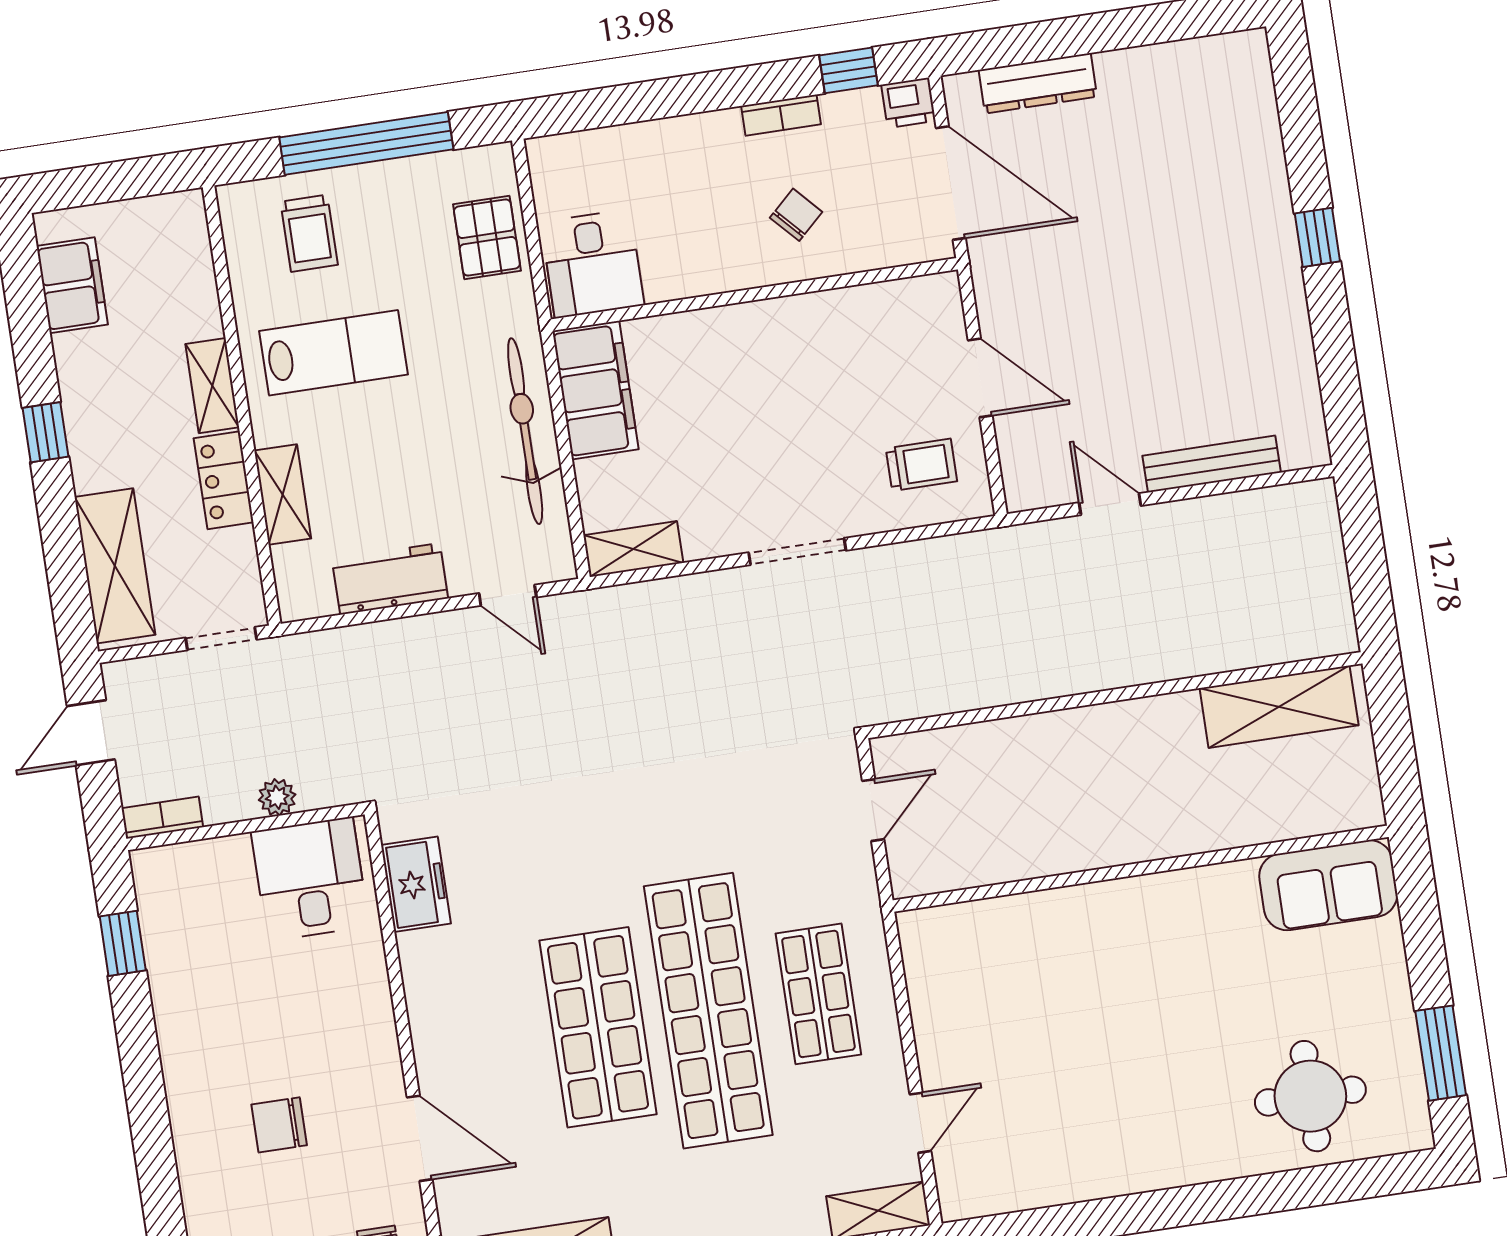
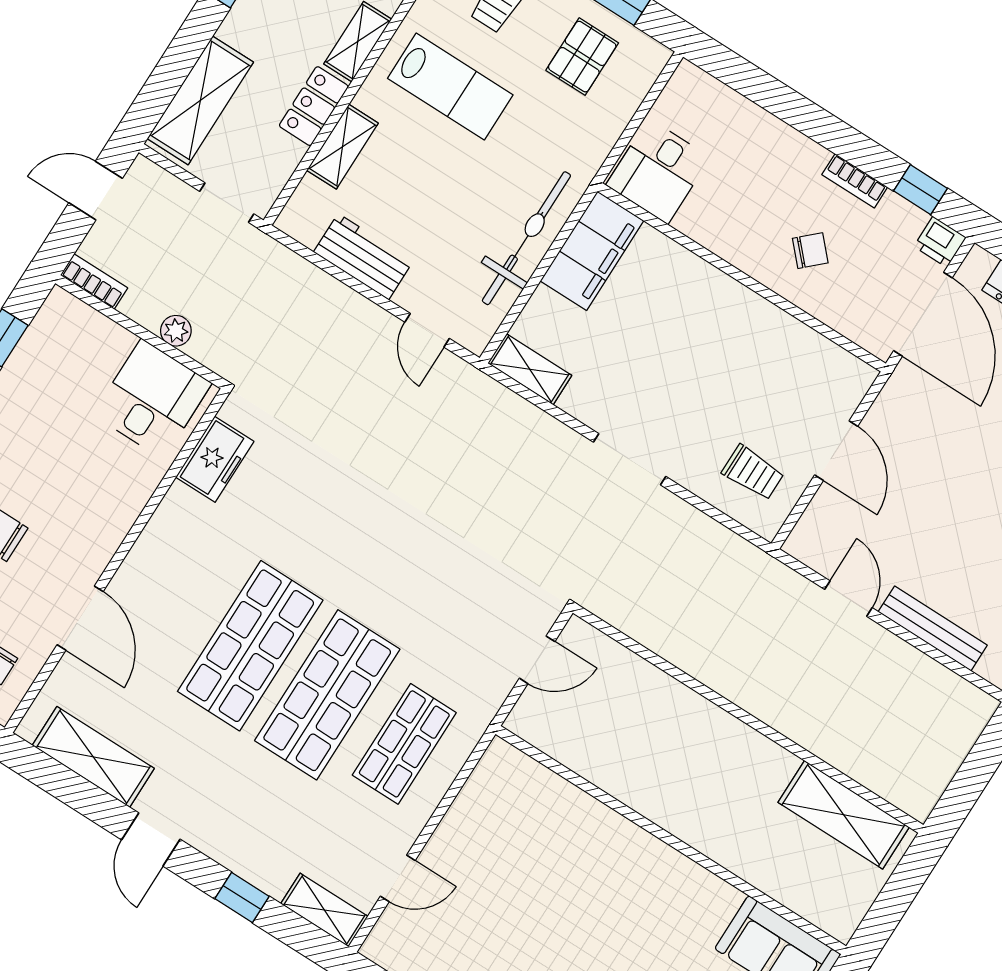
pallet: (487, 238) -> (582, 57), moved
shop shelf: (708, 1011) -> (327, 695), width x0.71

